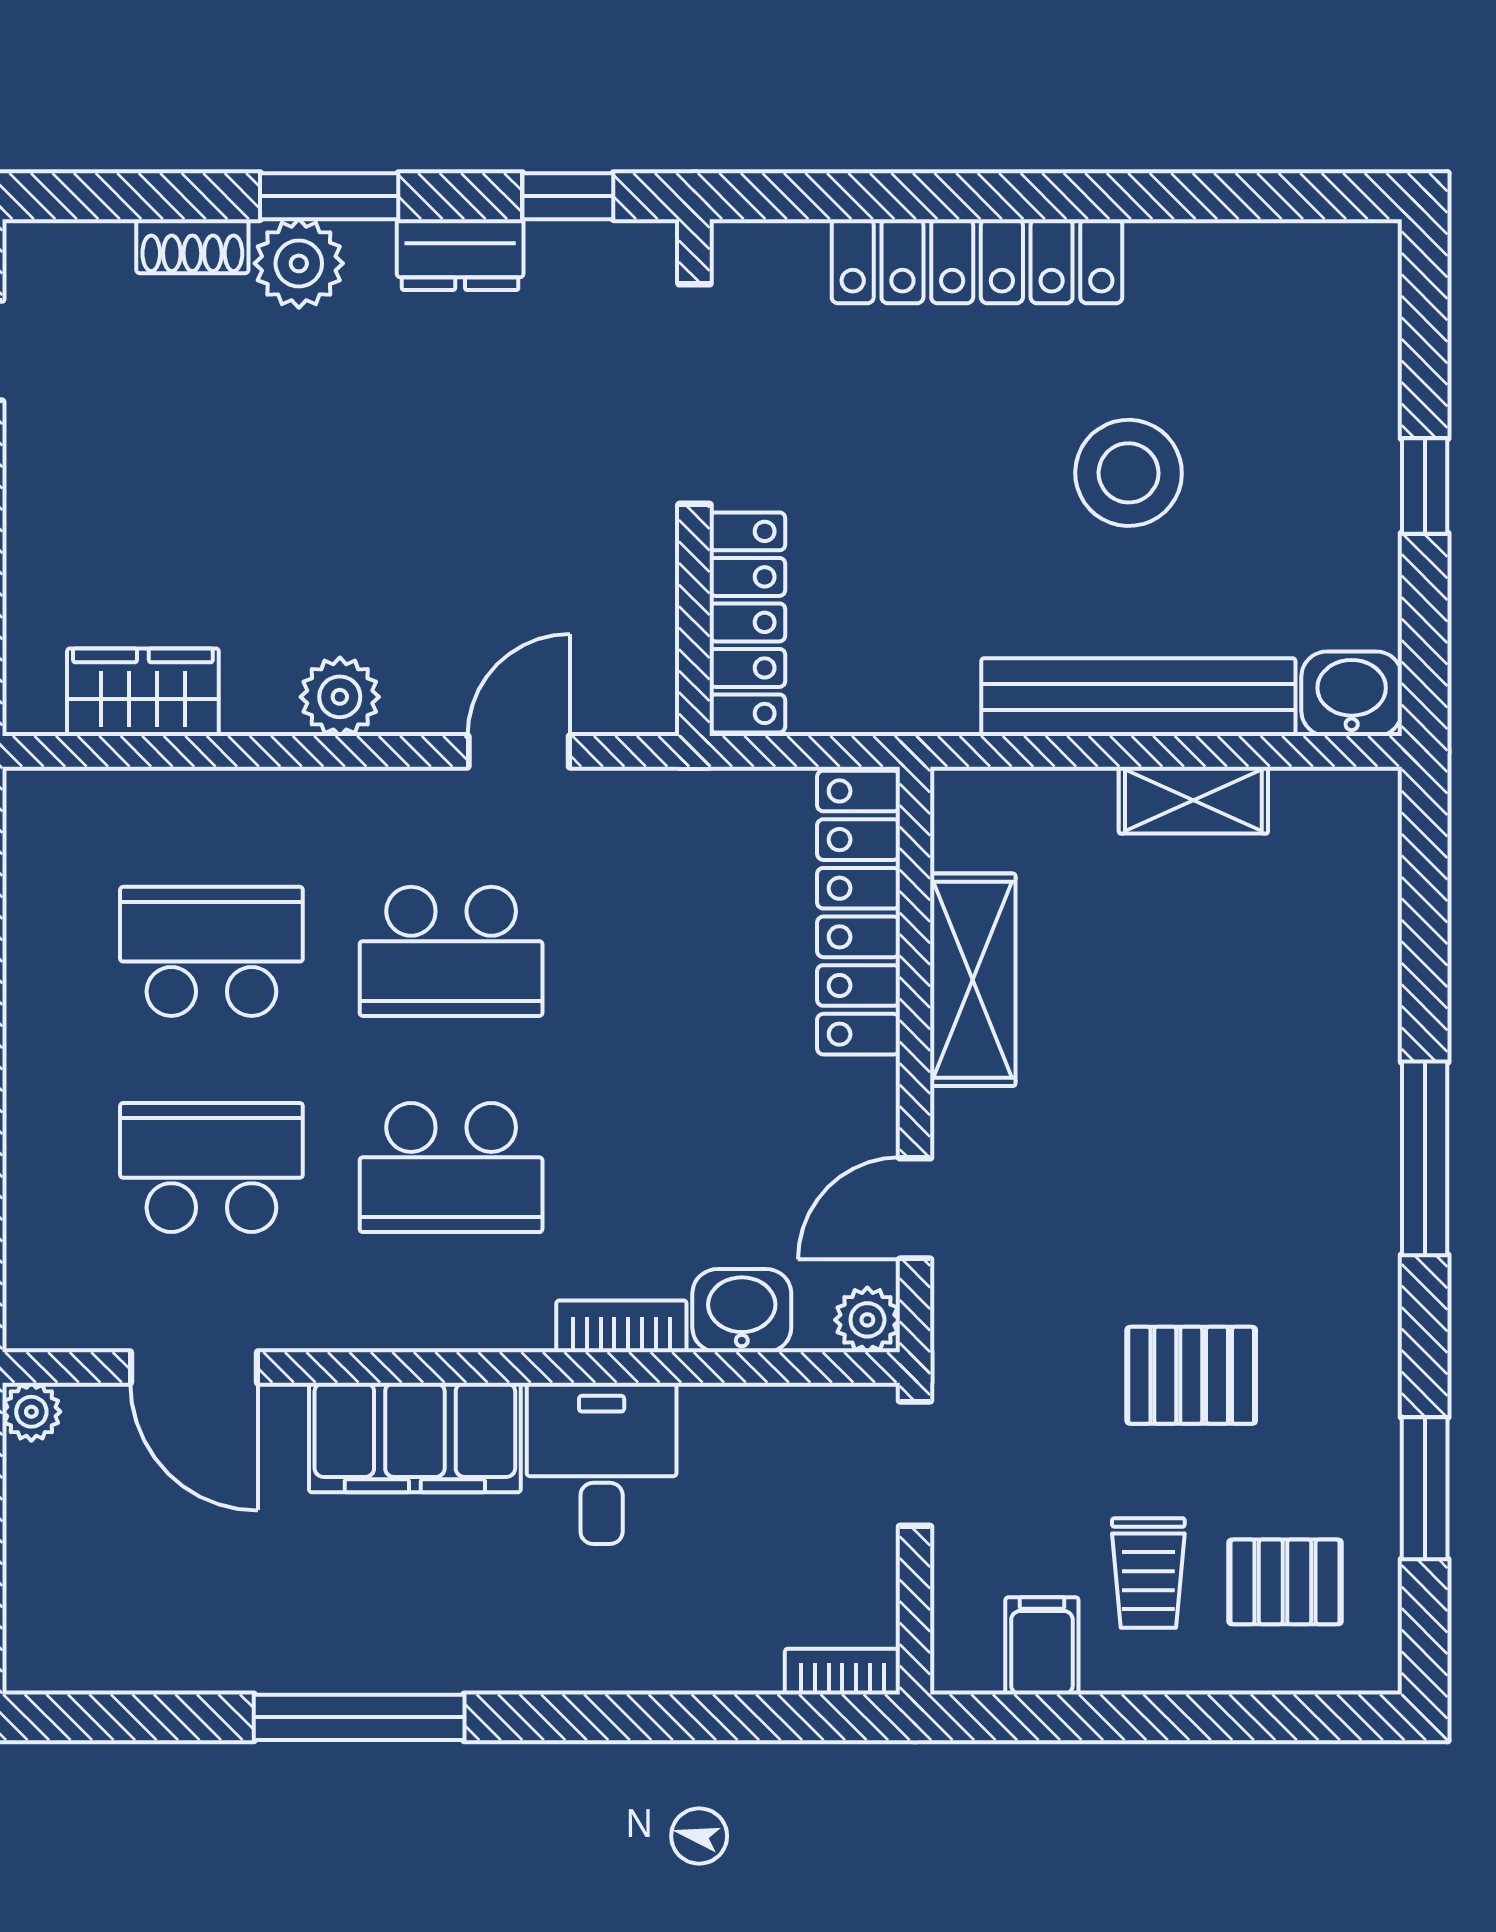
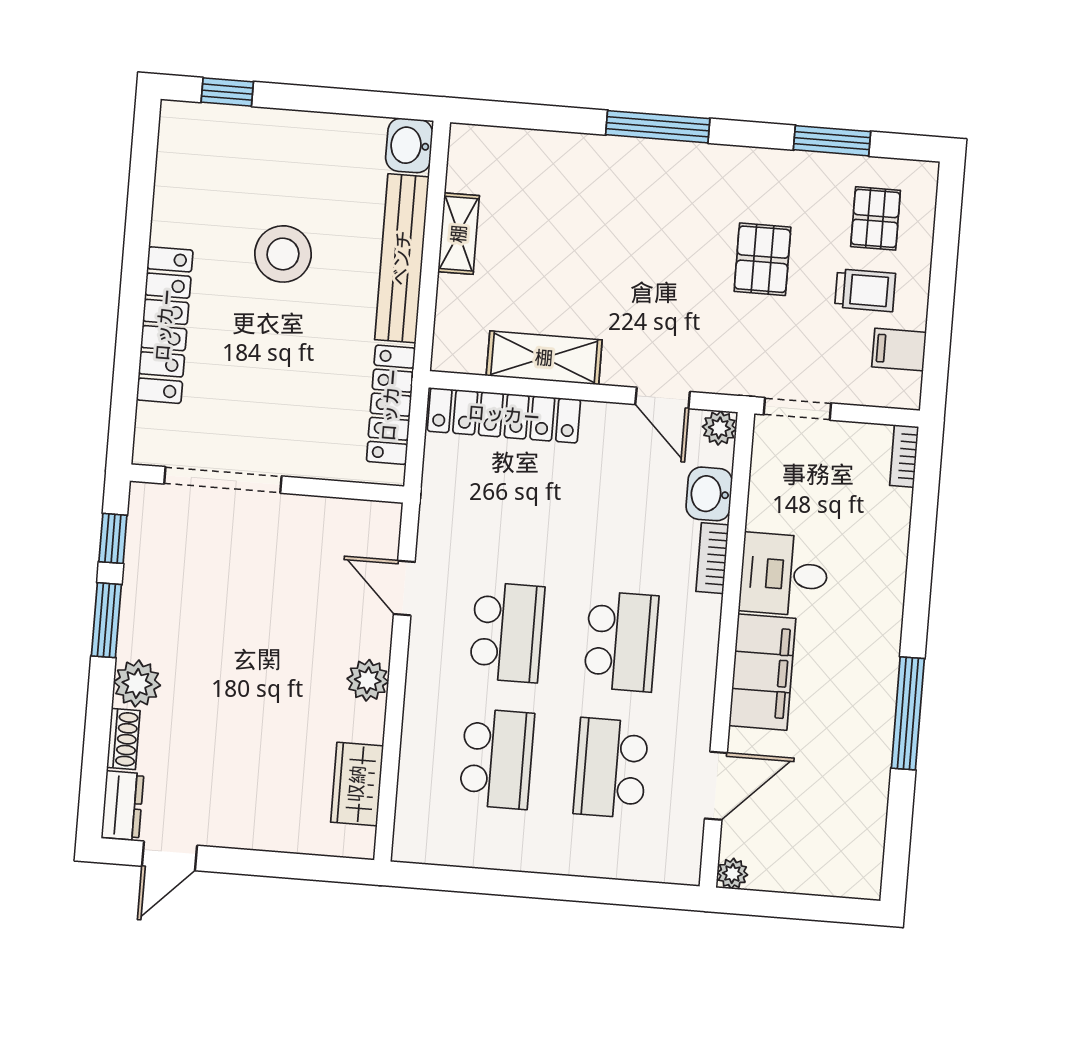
window: (329, 196) -> (106, 620), moved
dresser: (460, 255) -> (122, 805), moved
window: (1425, 486) -> (227, 92), moved
locker: (747, 622) -> (391, 405), moved, turned -90
school desk: (211, 951) -> (497, 759), turned 180

